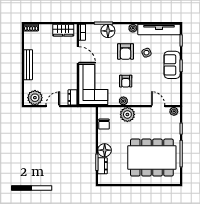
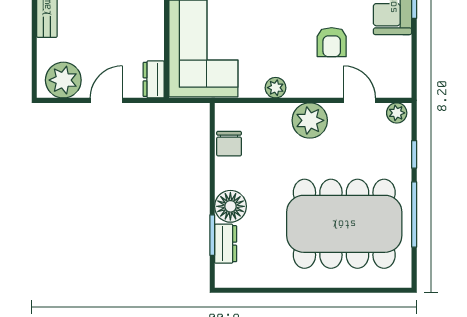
armchair: (126, 81) -> (332, 42), moved
plant: (127, 114) -> (310, 120), moved

